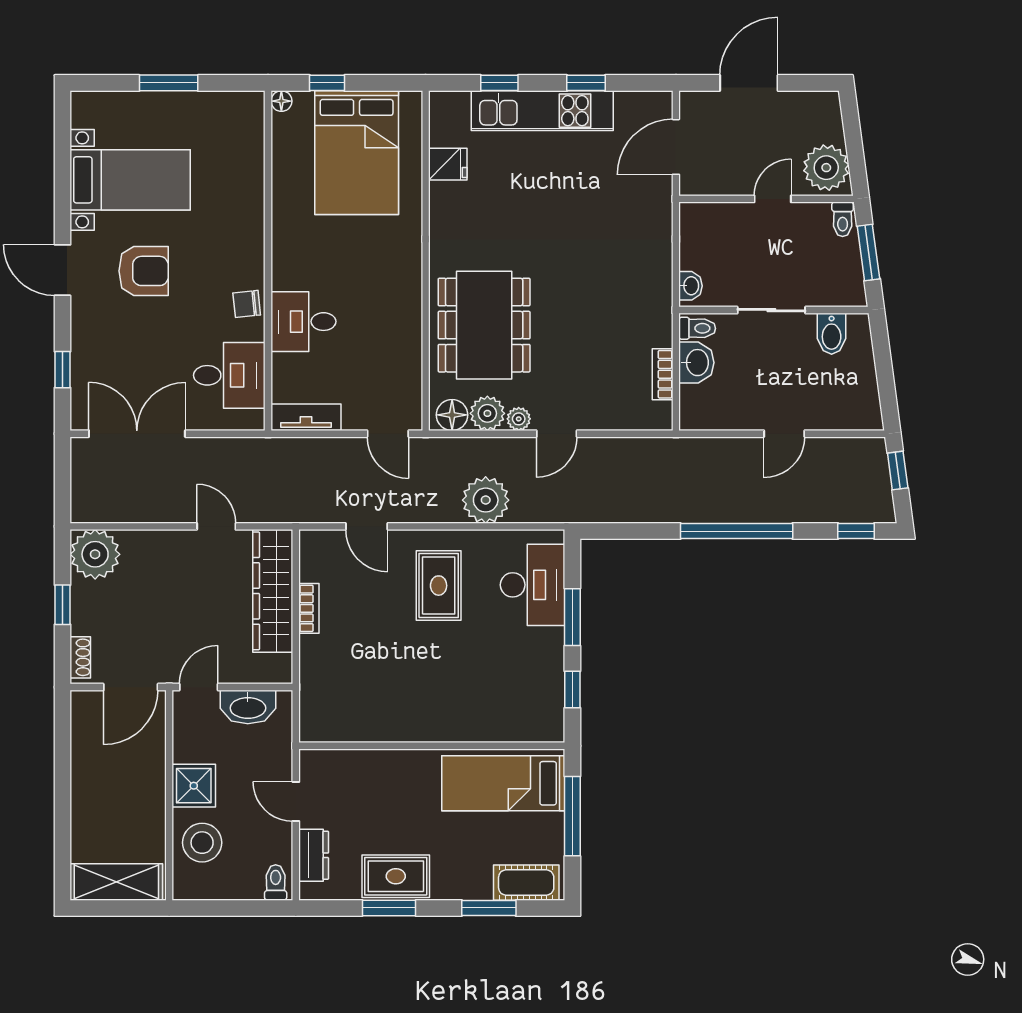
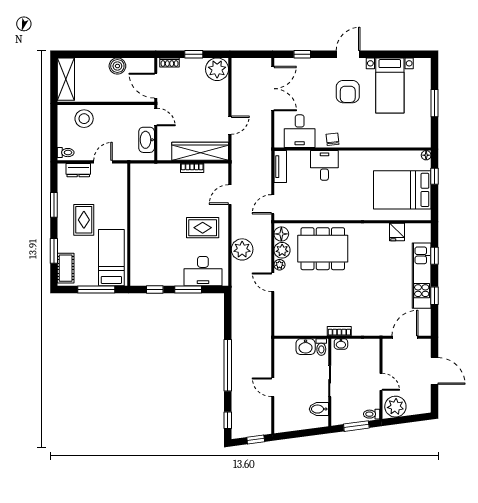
door: (676, 147) -> (405, 337), hinge flipped
bookcase: (663, 374) -> (339, 331), moved
boiler: (88, 770) -> (117, 66), added
shower: (194, 786) -> (110, 115), removed
rug: (396, 876) -> (84, 220), moved

